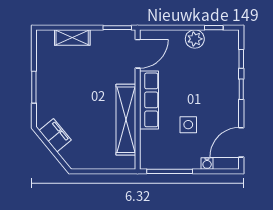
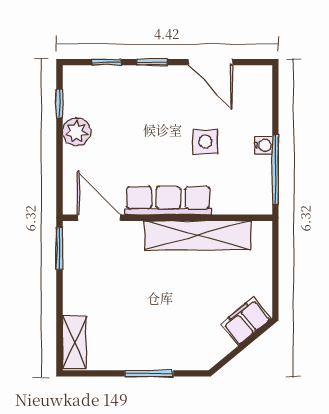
shelving: (72, 38) -> (74, 342), moved
filing cabinet: (55, 135) -> (246, 321), moved
door: (241, 142) -> (210, 62), moved
water cooler: (207, 163) -> (264, 145), moved

